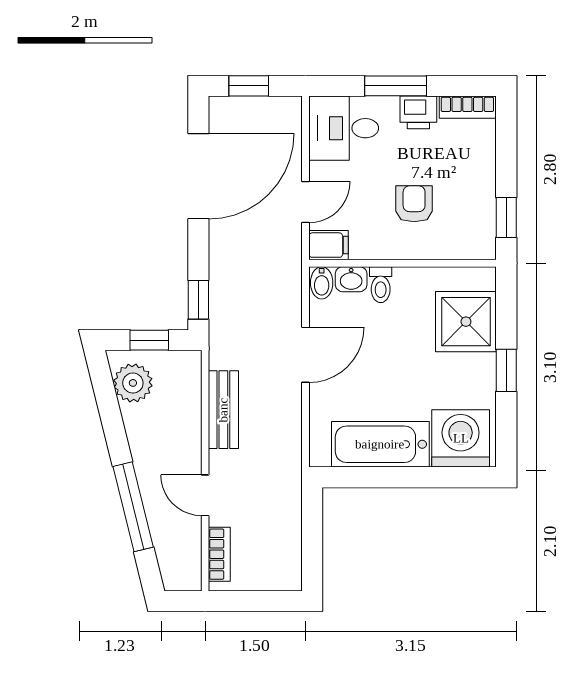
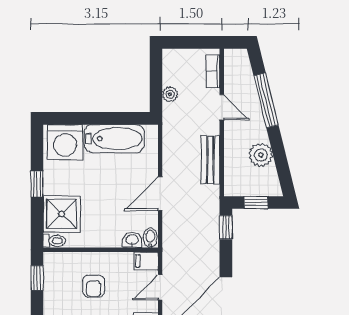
toilet: (381, 285) -> (54, 241), moved, turned 90
plant: (133, 383) -> (261, 155), moved
plant: (289, 516) -> (170, 94), added

